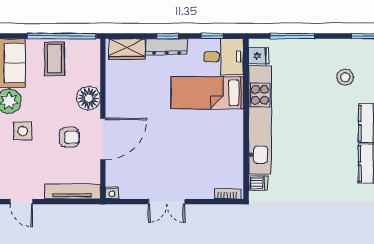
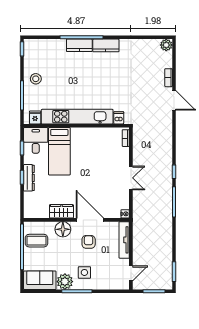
wardrobe: (127, 49) -> (61, 211), moved, turned -90
coffee table: (55, 59) -> (36, 241), moved
stool: (345, 77) -> (36, 79), moved

